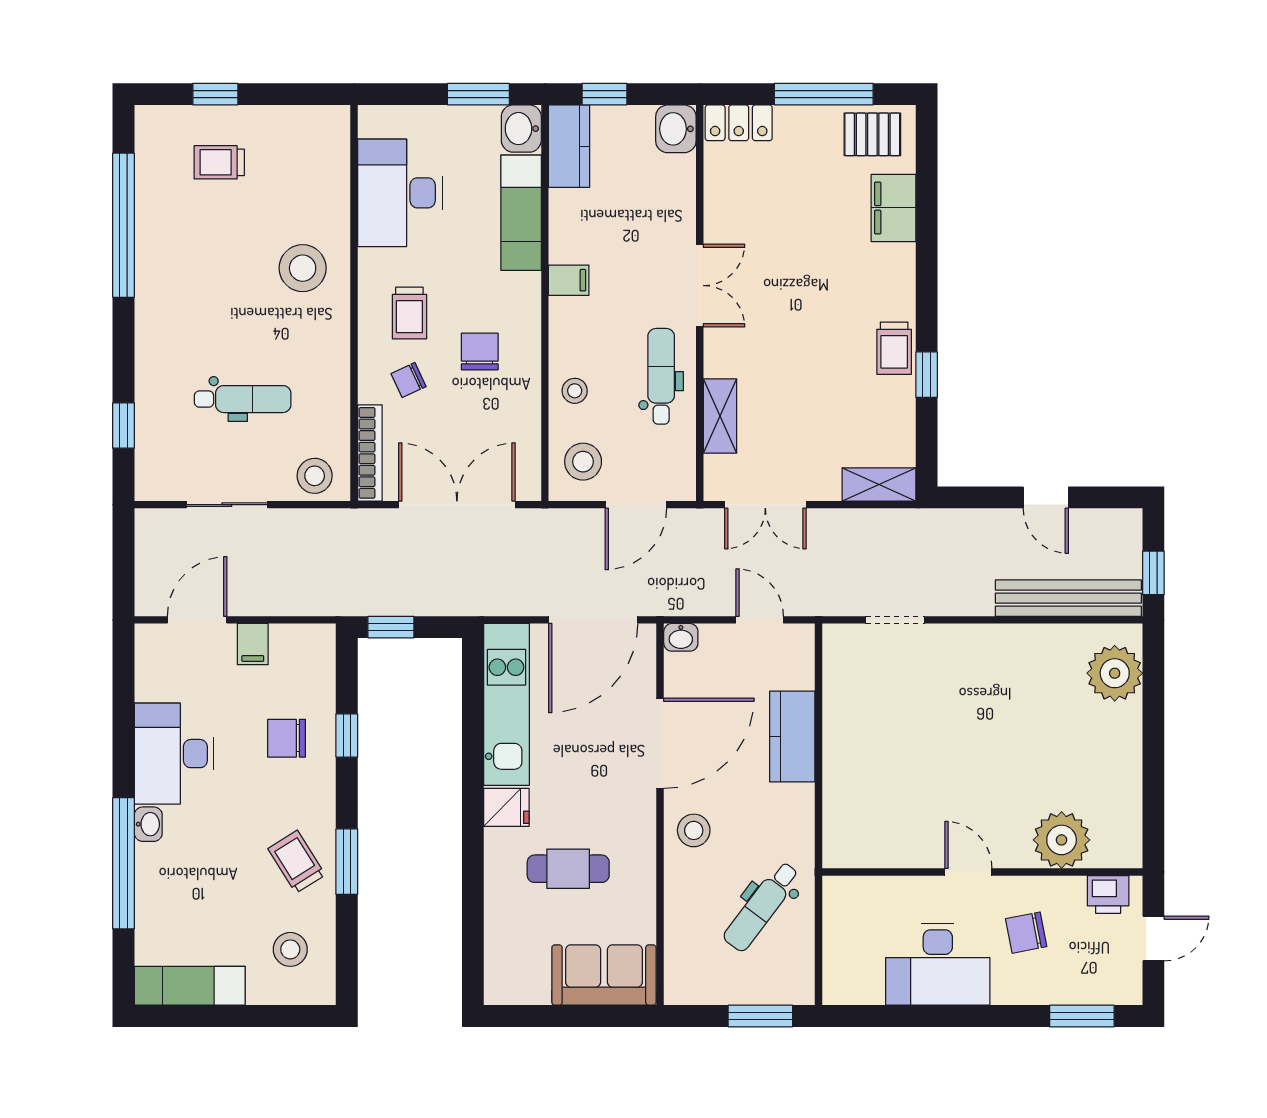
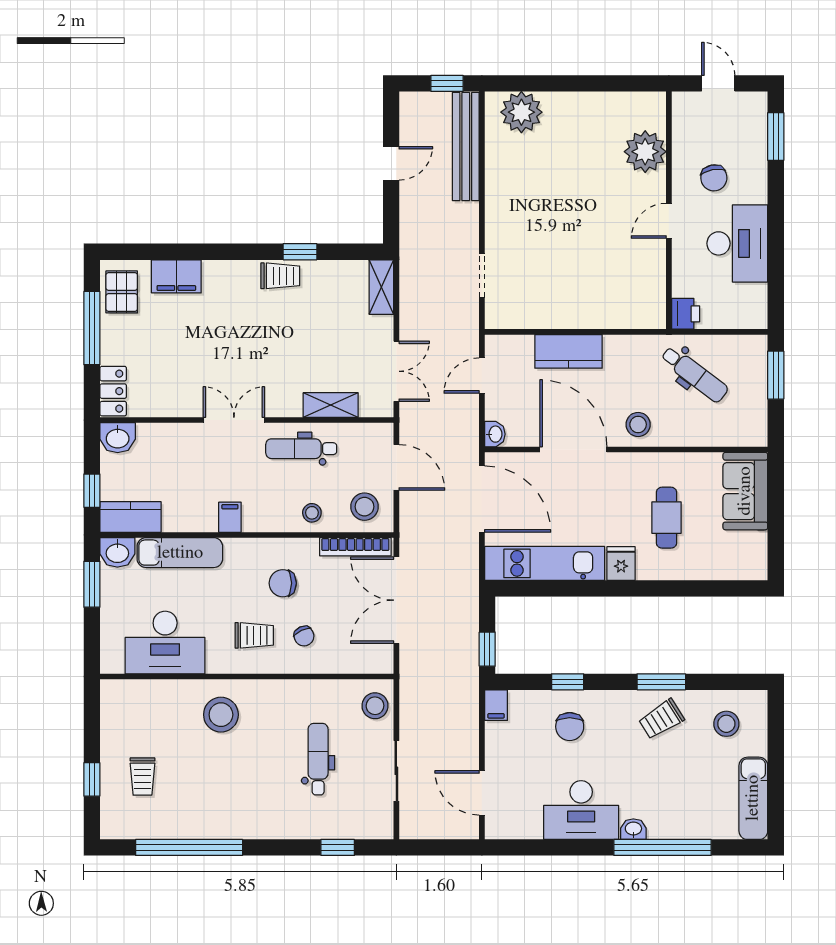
bookcase: (370, 453) -> (355, 547), moved, turned 180
filing cabinet: (253, 644) -> (496, 705), moved, turned 90
printer: (1108, 894) -> (686, 314), moved

